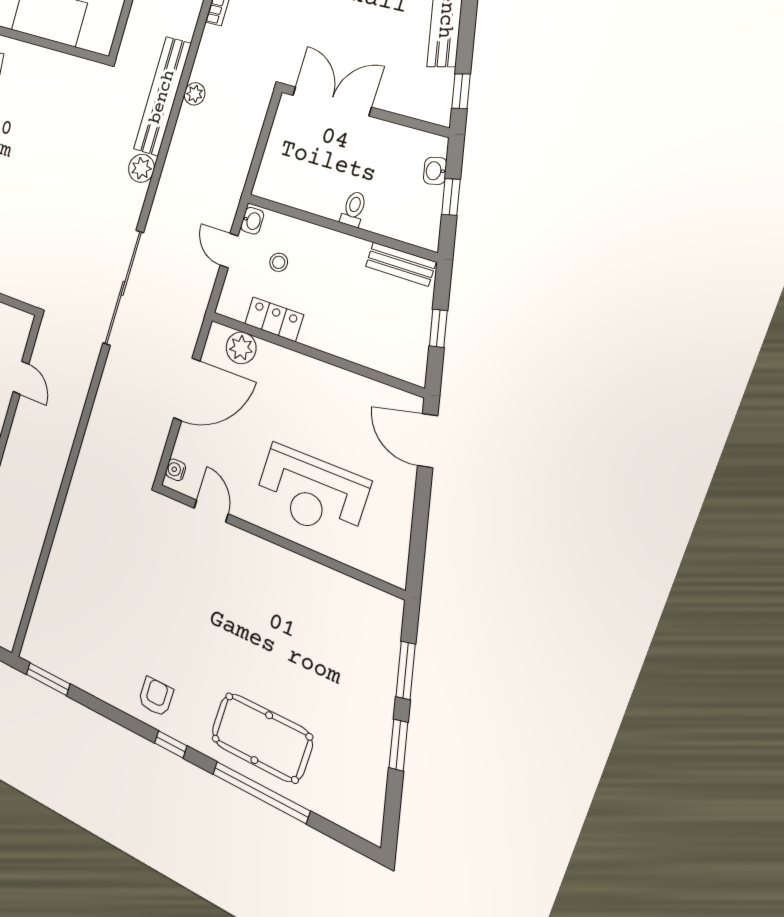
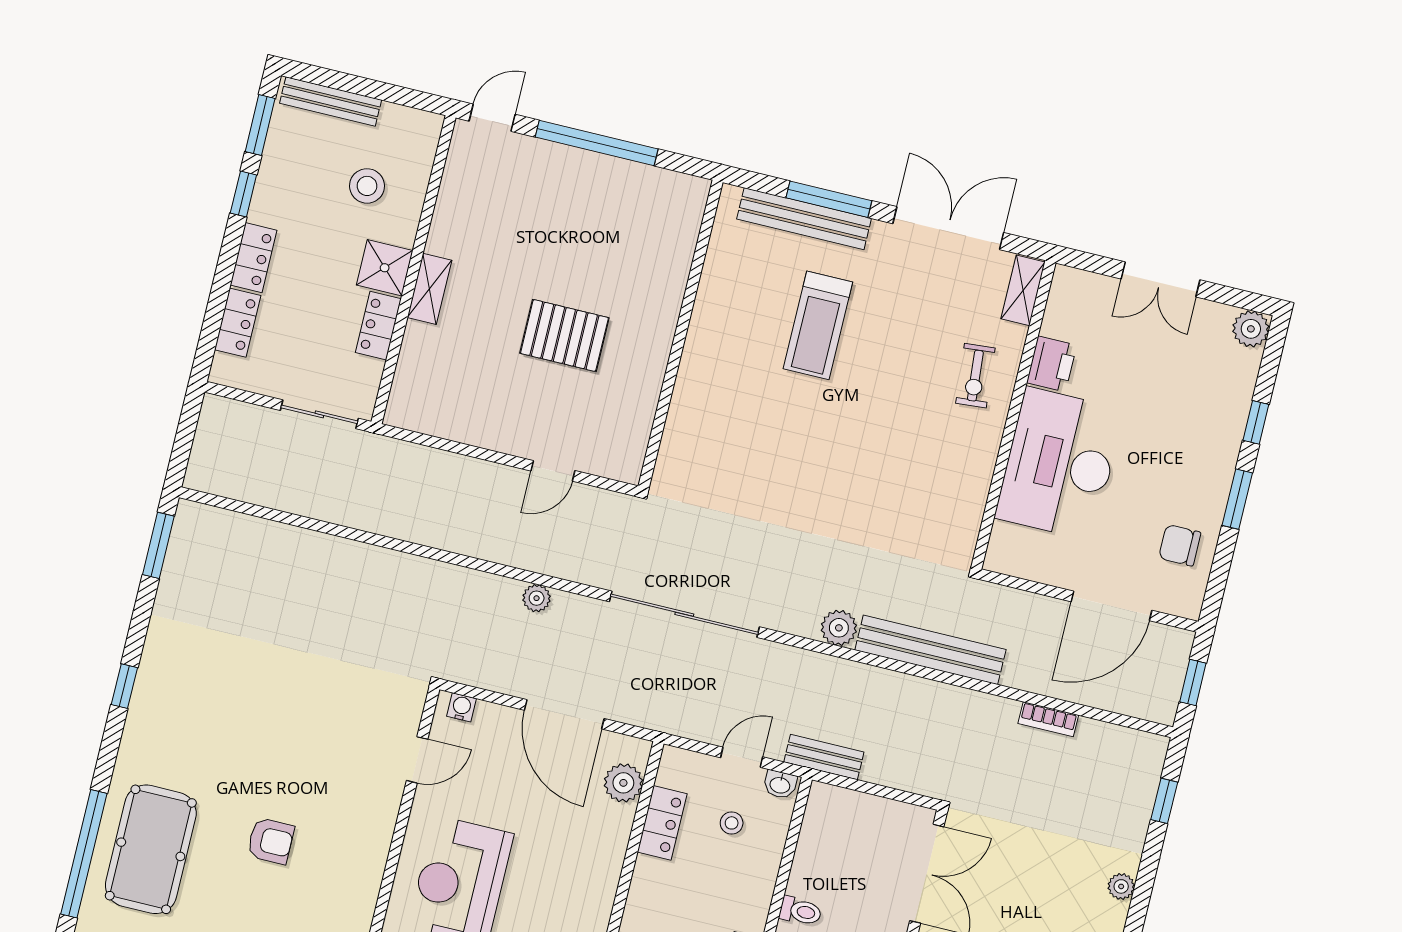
plant: (195, 94) -> (537, 598), moved
bench: (234, 184) -> (824, 757), added
armchair: (156, 697) -> (271, 841), moved
window: (171, 744) -> (124, 686), moved

